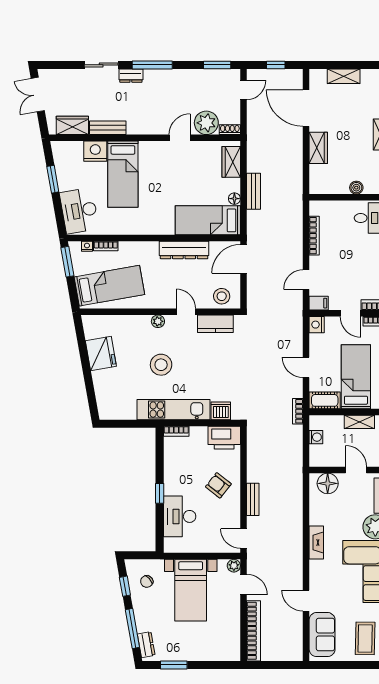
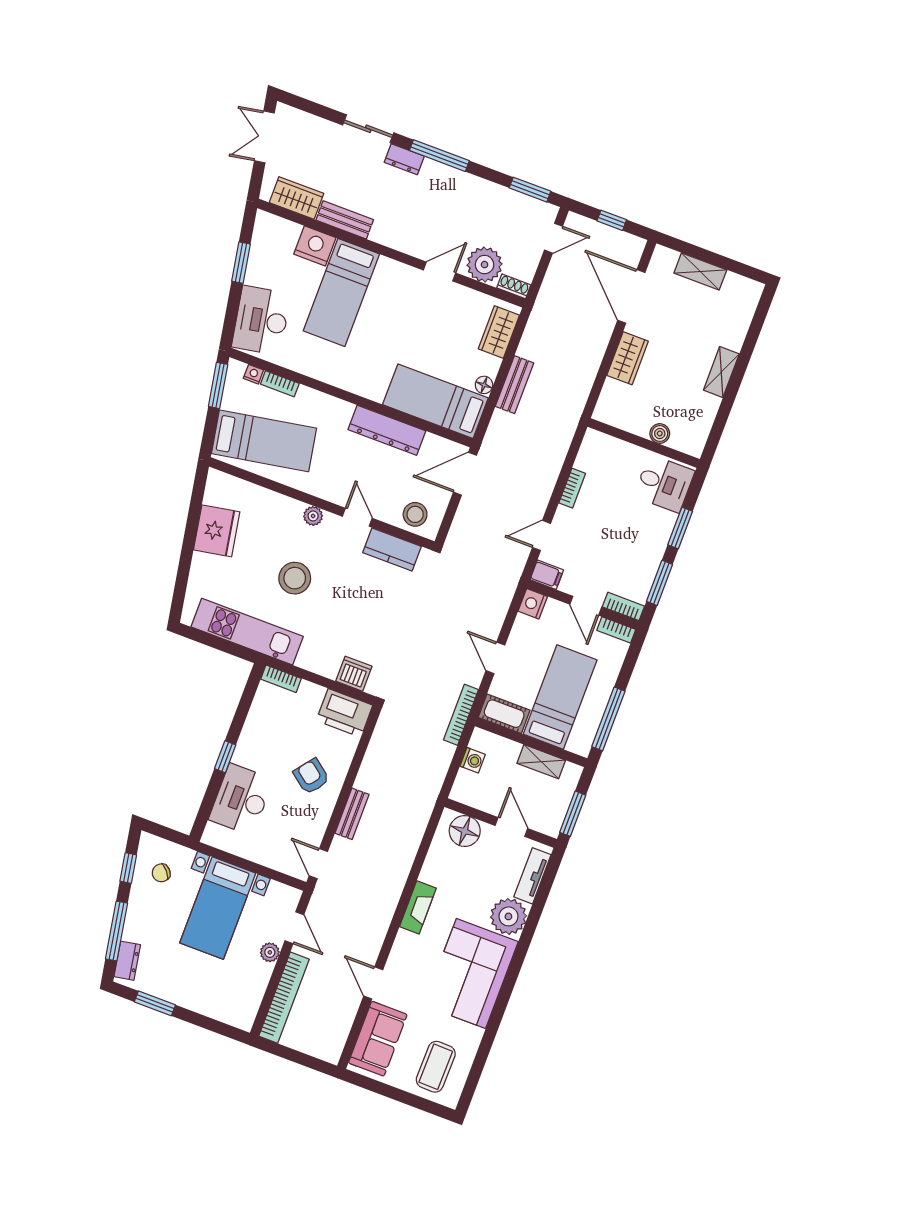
bookcase: (314, 236) -> (572, 488), width x0.64
kitchen unit: (173, 410) -> (247, 632), moved
bookcase: (298, 411) -> (461, 715), width x1.56
plant: (234, 566) -> (270, 952), moved

